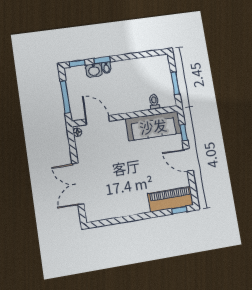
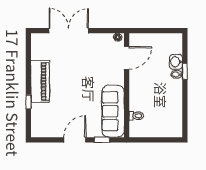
window: (77, 64) -> (185, 47), removed
window: (175, 83) -> (152, 140), removed
window: (65, 97) -> (154, 31), removed
piano: (171, 199) -> (40, 81), moved
window: (179, 210) -> (28, 102), moved

